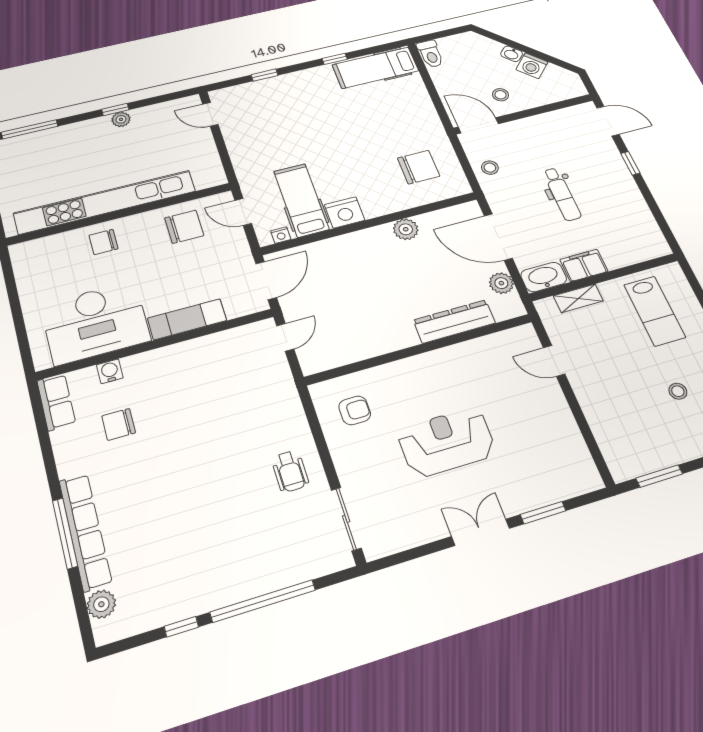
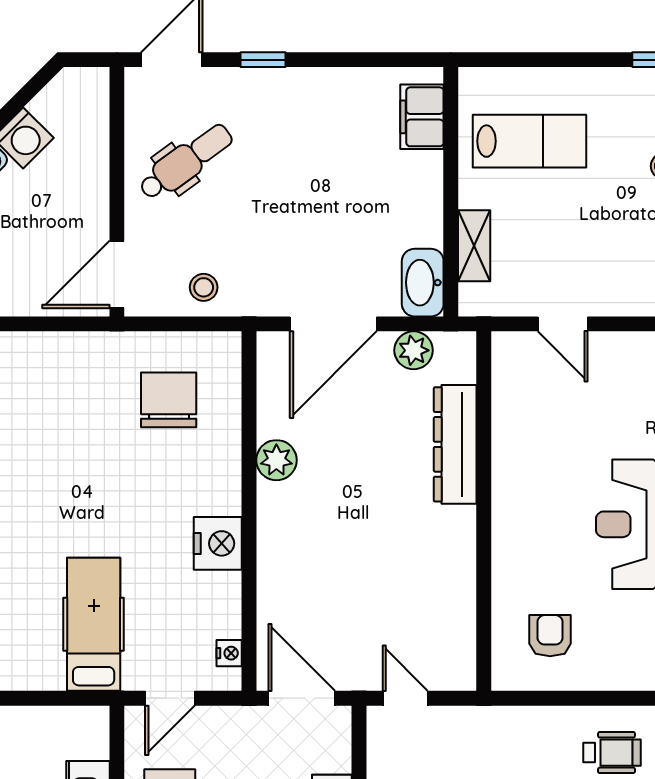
stool: (501, 95) -> (67, 214), removed
dental chair: (562, 194) -> (186, 162), moved, turned -36
hospital bed: (301, 200) -> (94, 624), moved, turned 90
filing cabinet: (584, 265) -> (422, 117), moved
door: (554, 361) -> (563, 324), hinge flipped

